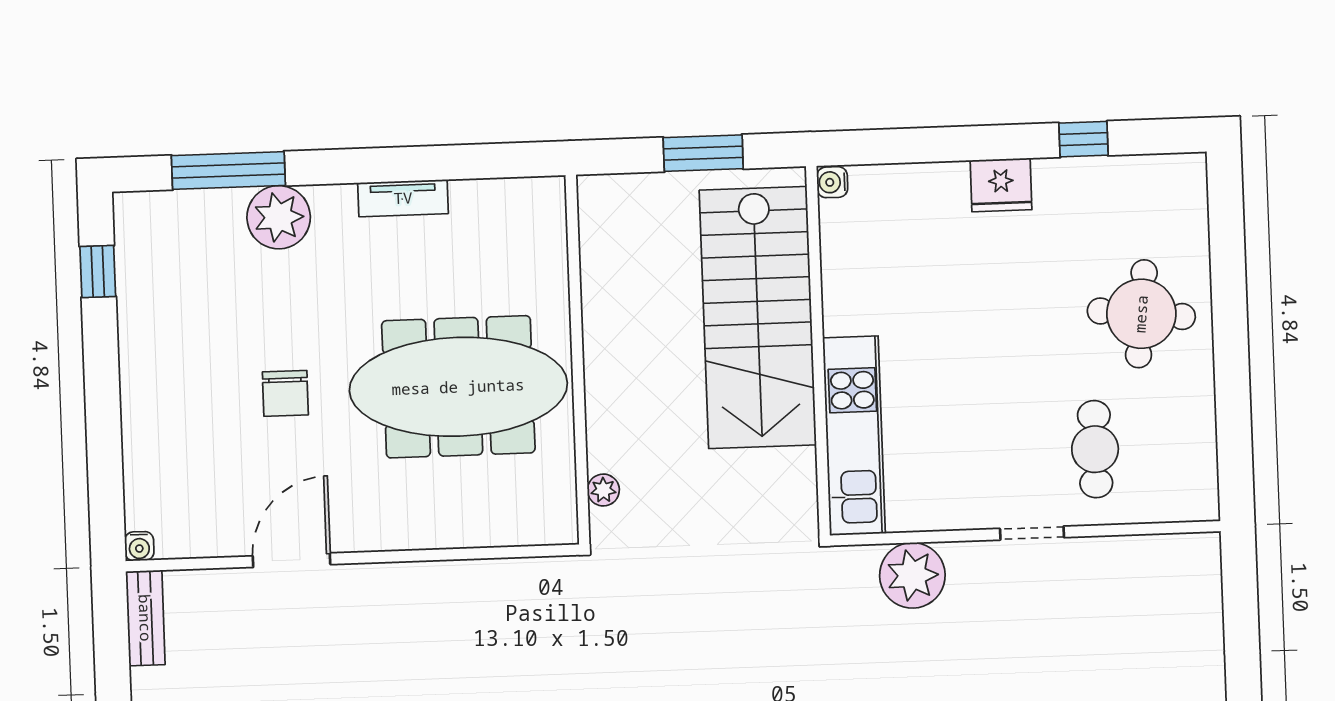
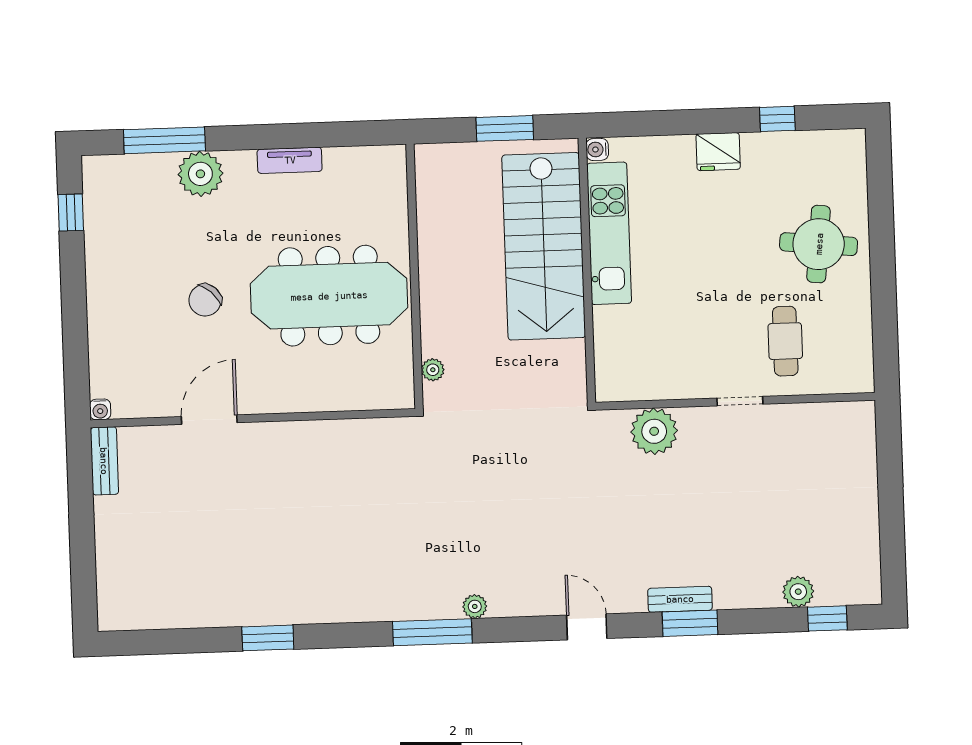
chair: (285, 393) -> (205, 300), turned 43
kitchen unit: (854, 436) -> (609, 233), moved

